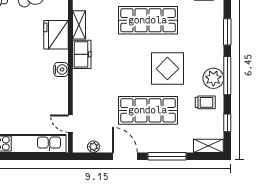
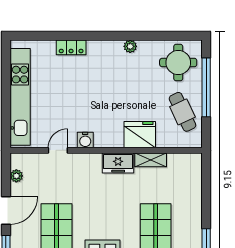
water cooler: (61, 70) -> (85, 140), moved
door: (70, 124) -> (58, 150), moved

